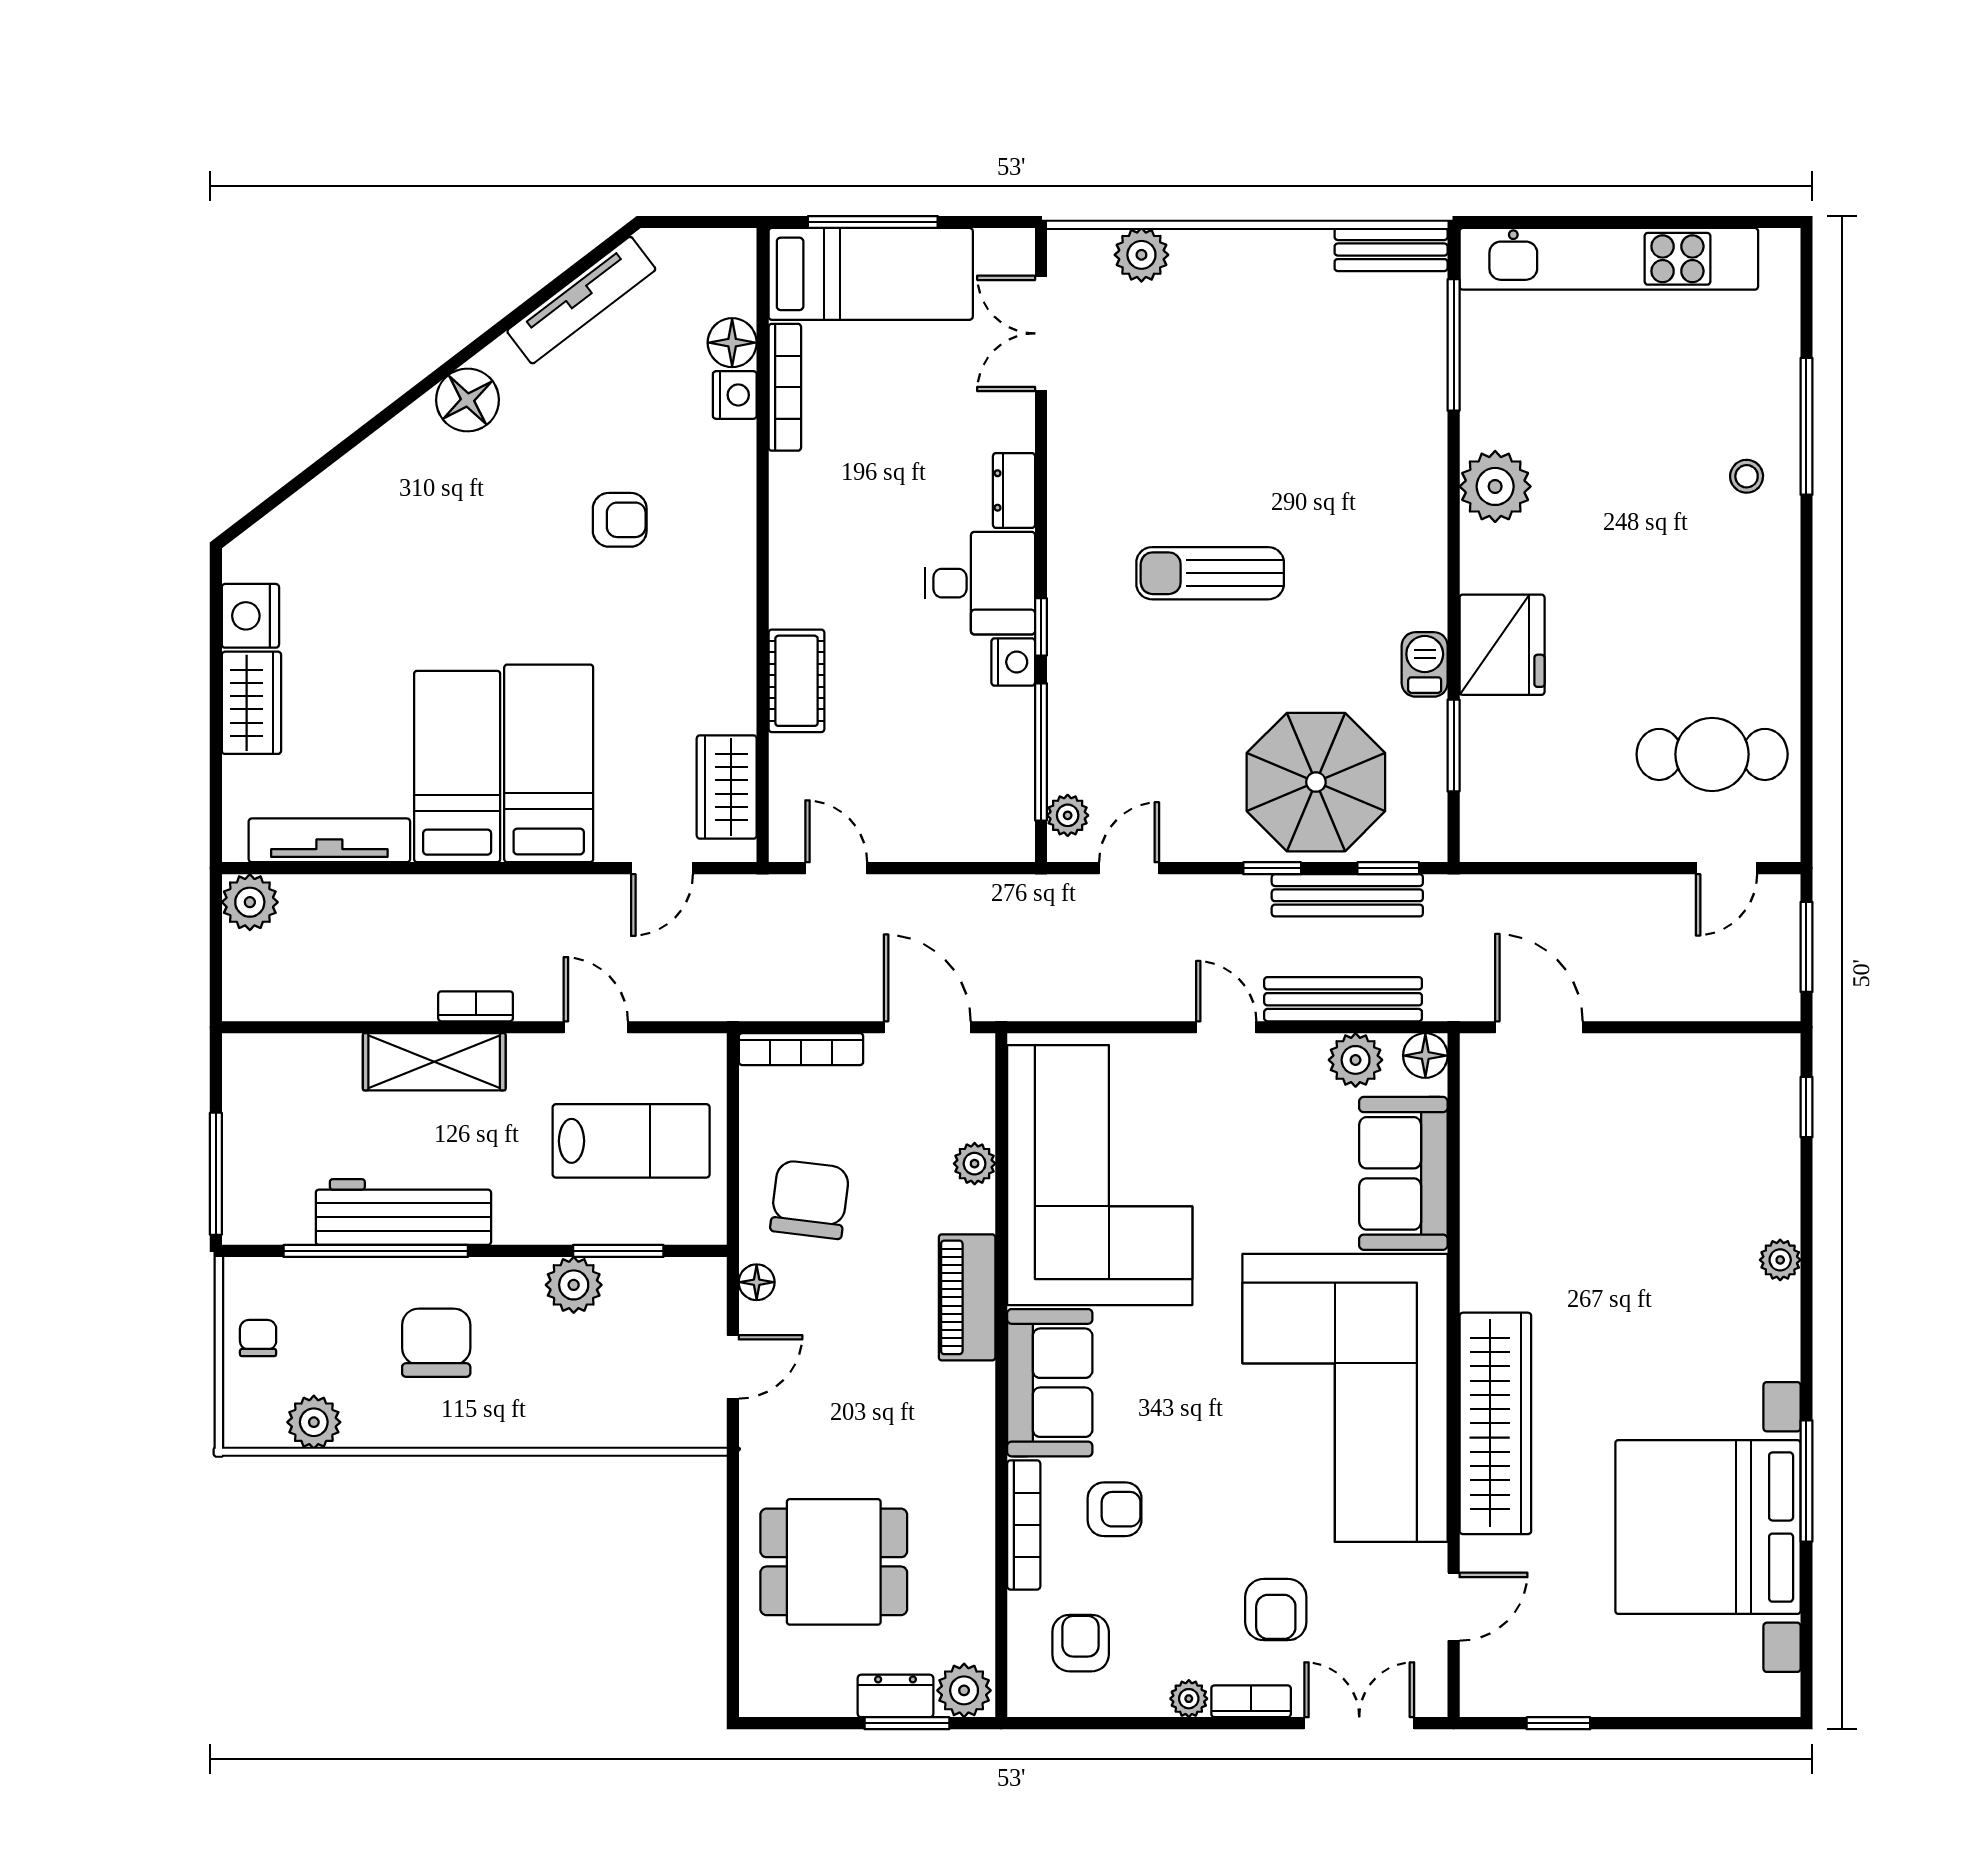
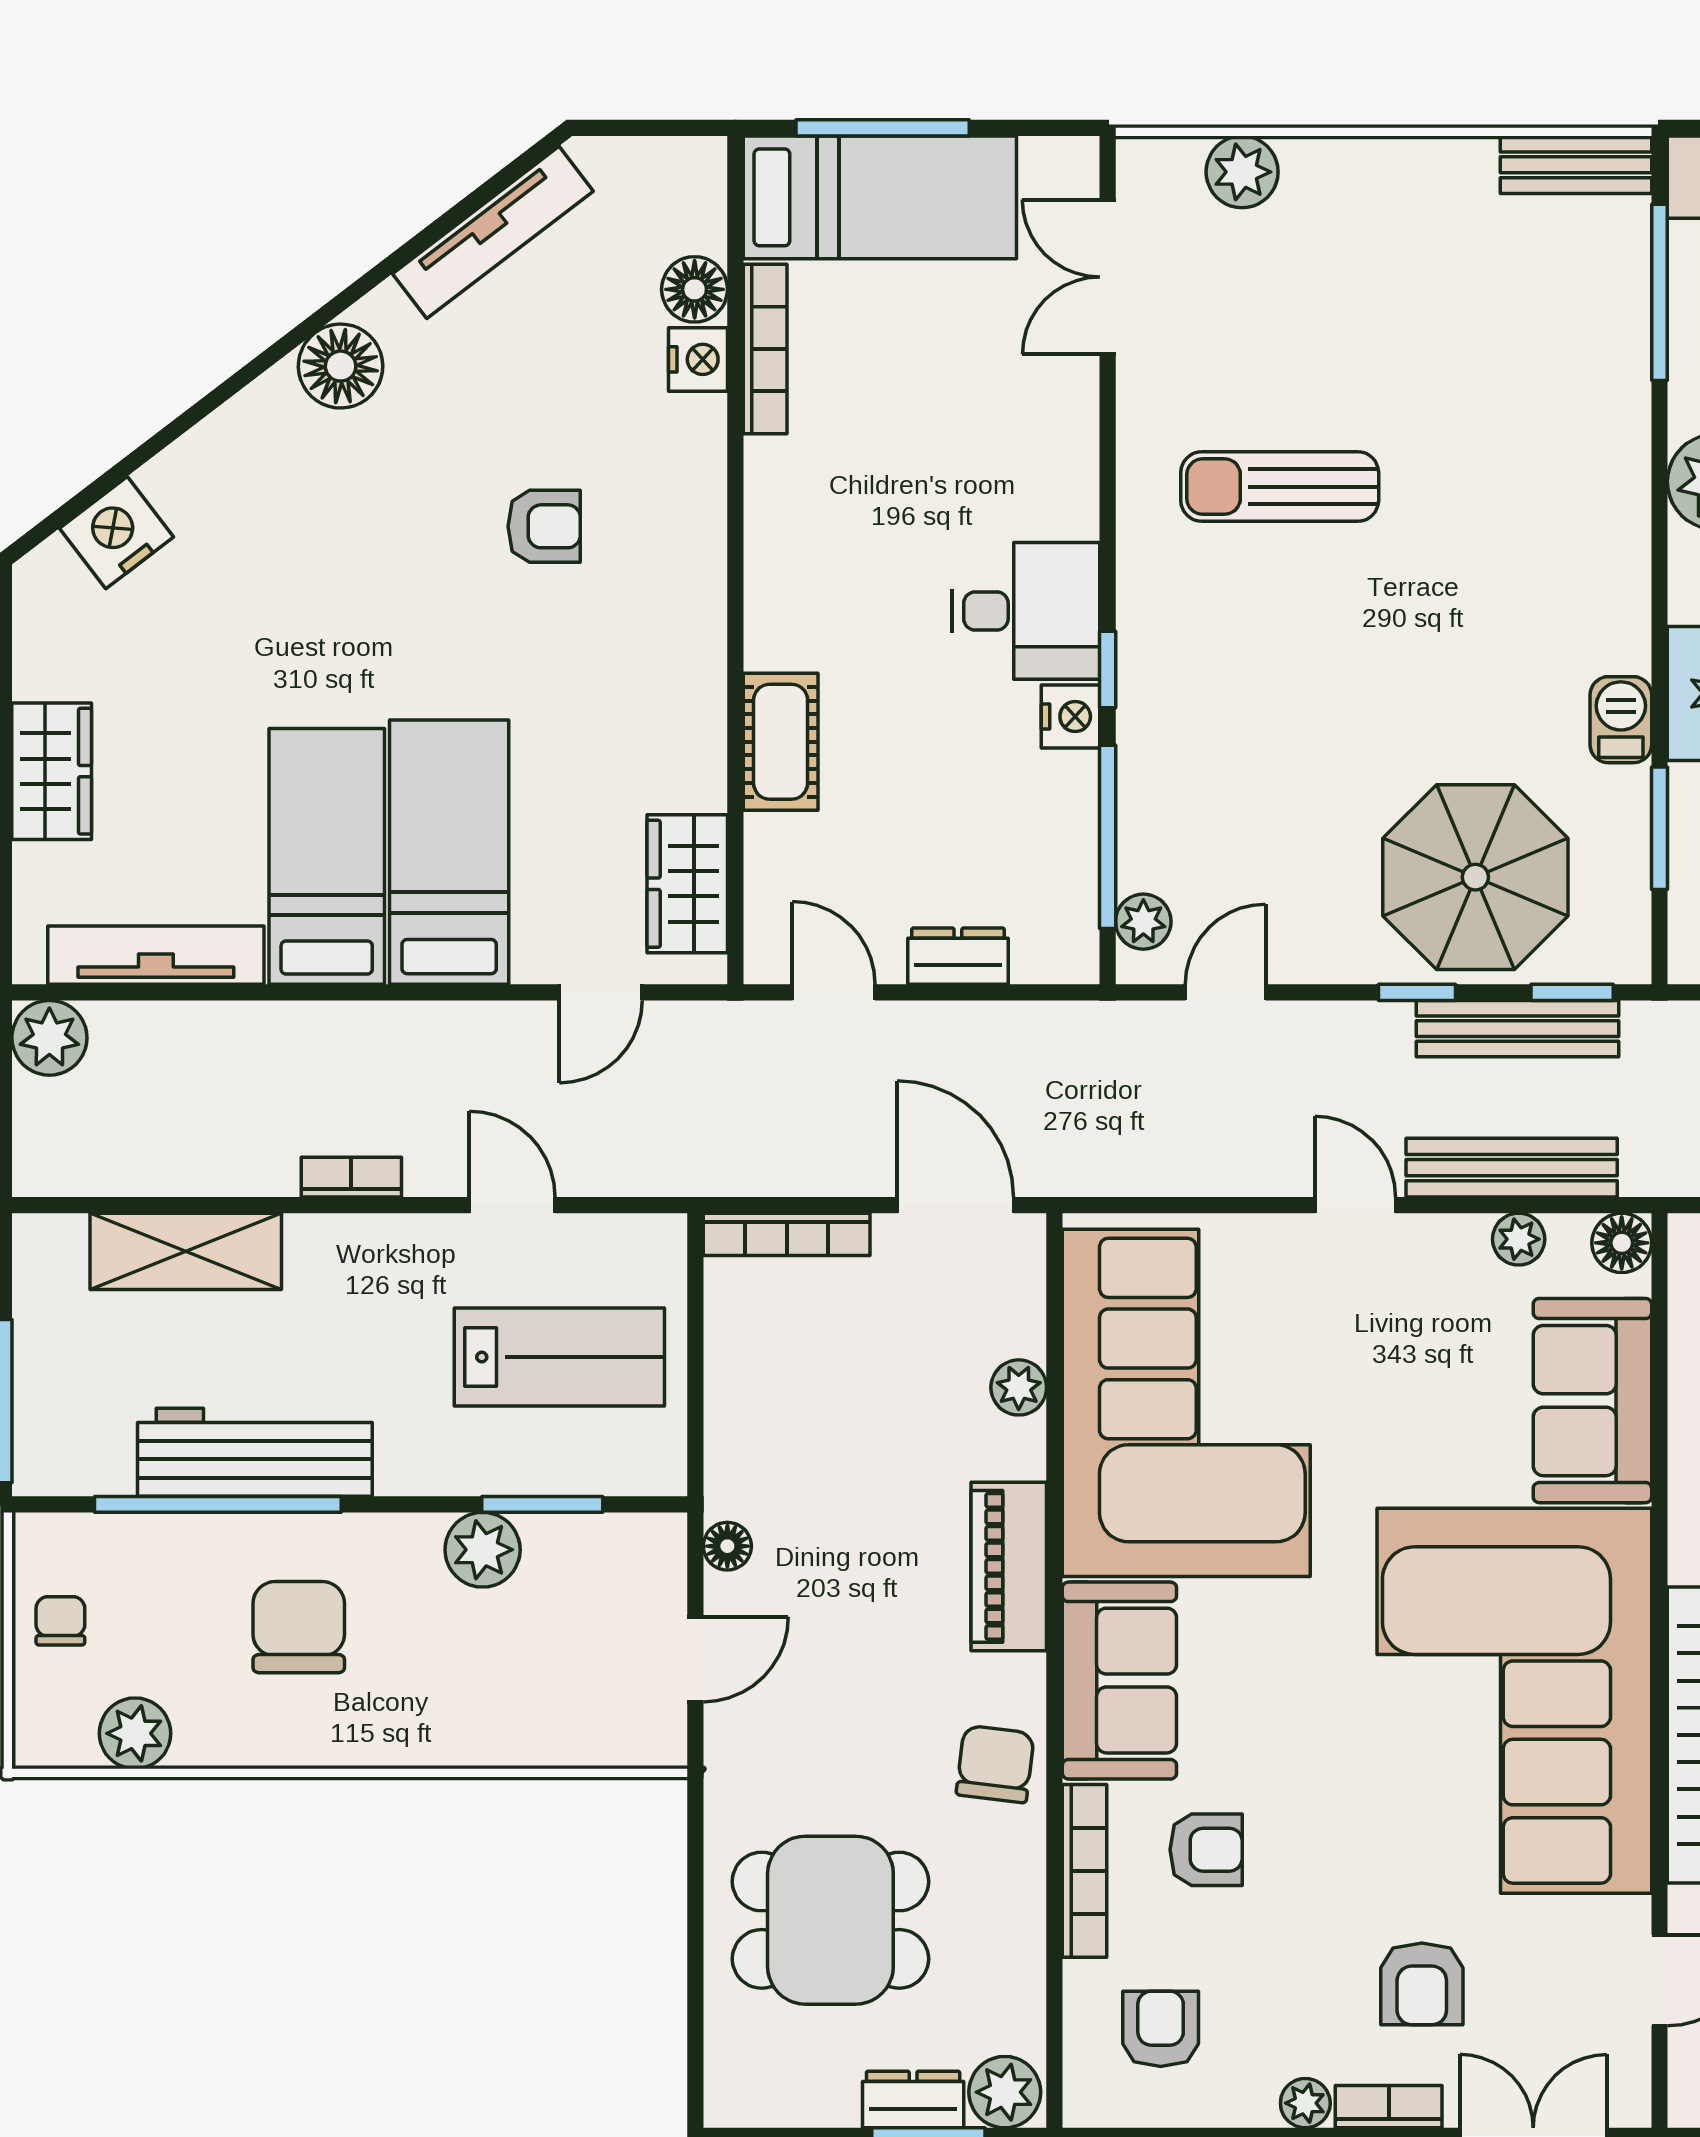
dresser: (1014, 490) -> (958, 956), moved, turned 90
sun lounger: (1210, 573) -> (1280, 487), moved
nightstand: (250, 616) -> (116, 533), moved, turned 53
plant: (1356, 1060) -> (1519, 1239), width x0.73, depth x0.73
shelving: (434, 1062) -> (186, 1251), moved
chair: (810, 1200) -> (995, 1764), moved, width x0.73, depth x0.73

